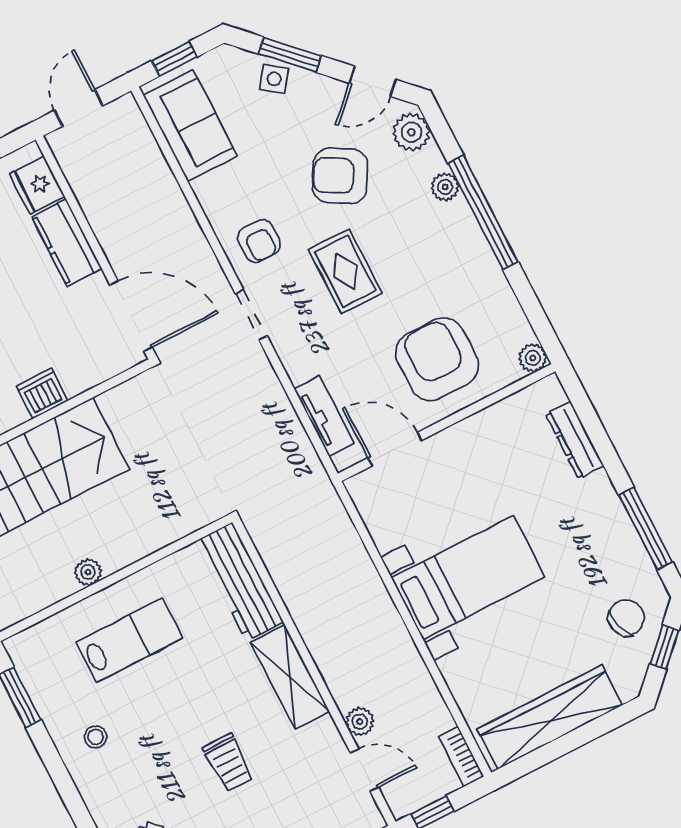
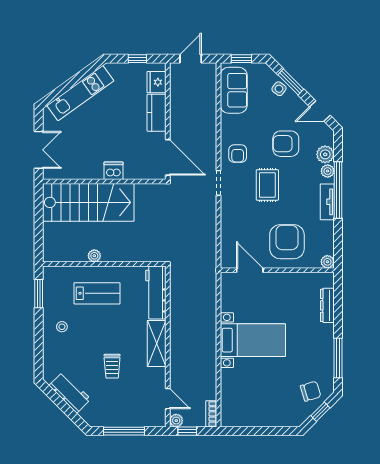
plant: (411, 132) -> (325, 154), moved
armchair: (340, 176) -> (286, 144), turned -30
tv unit: (324, 416) -> (327, 202), moved, turned 180
wardrobe: (550, 717) -> (257, 416), removed
plant: (360, 722) -> (176, 421), moved

